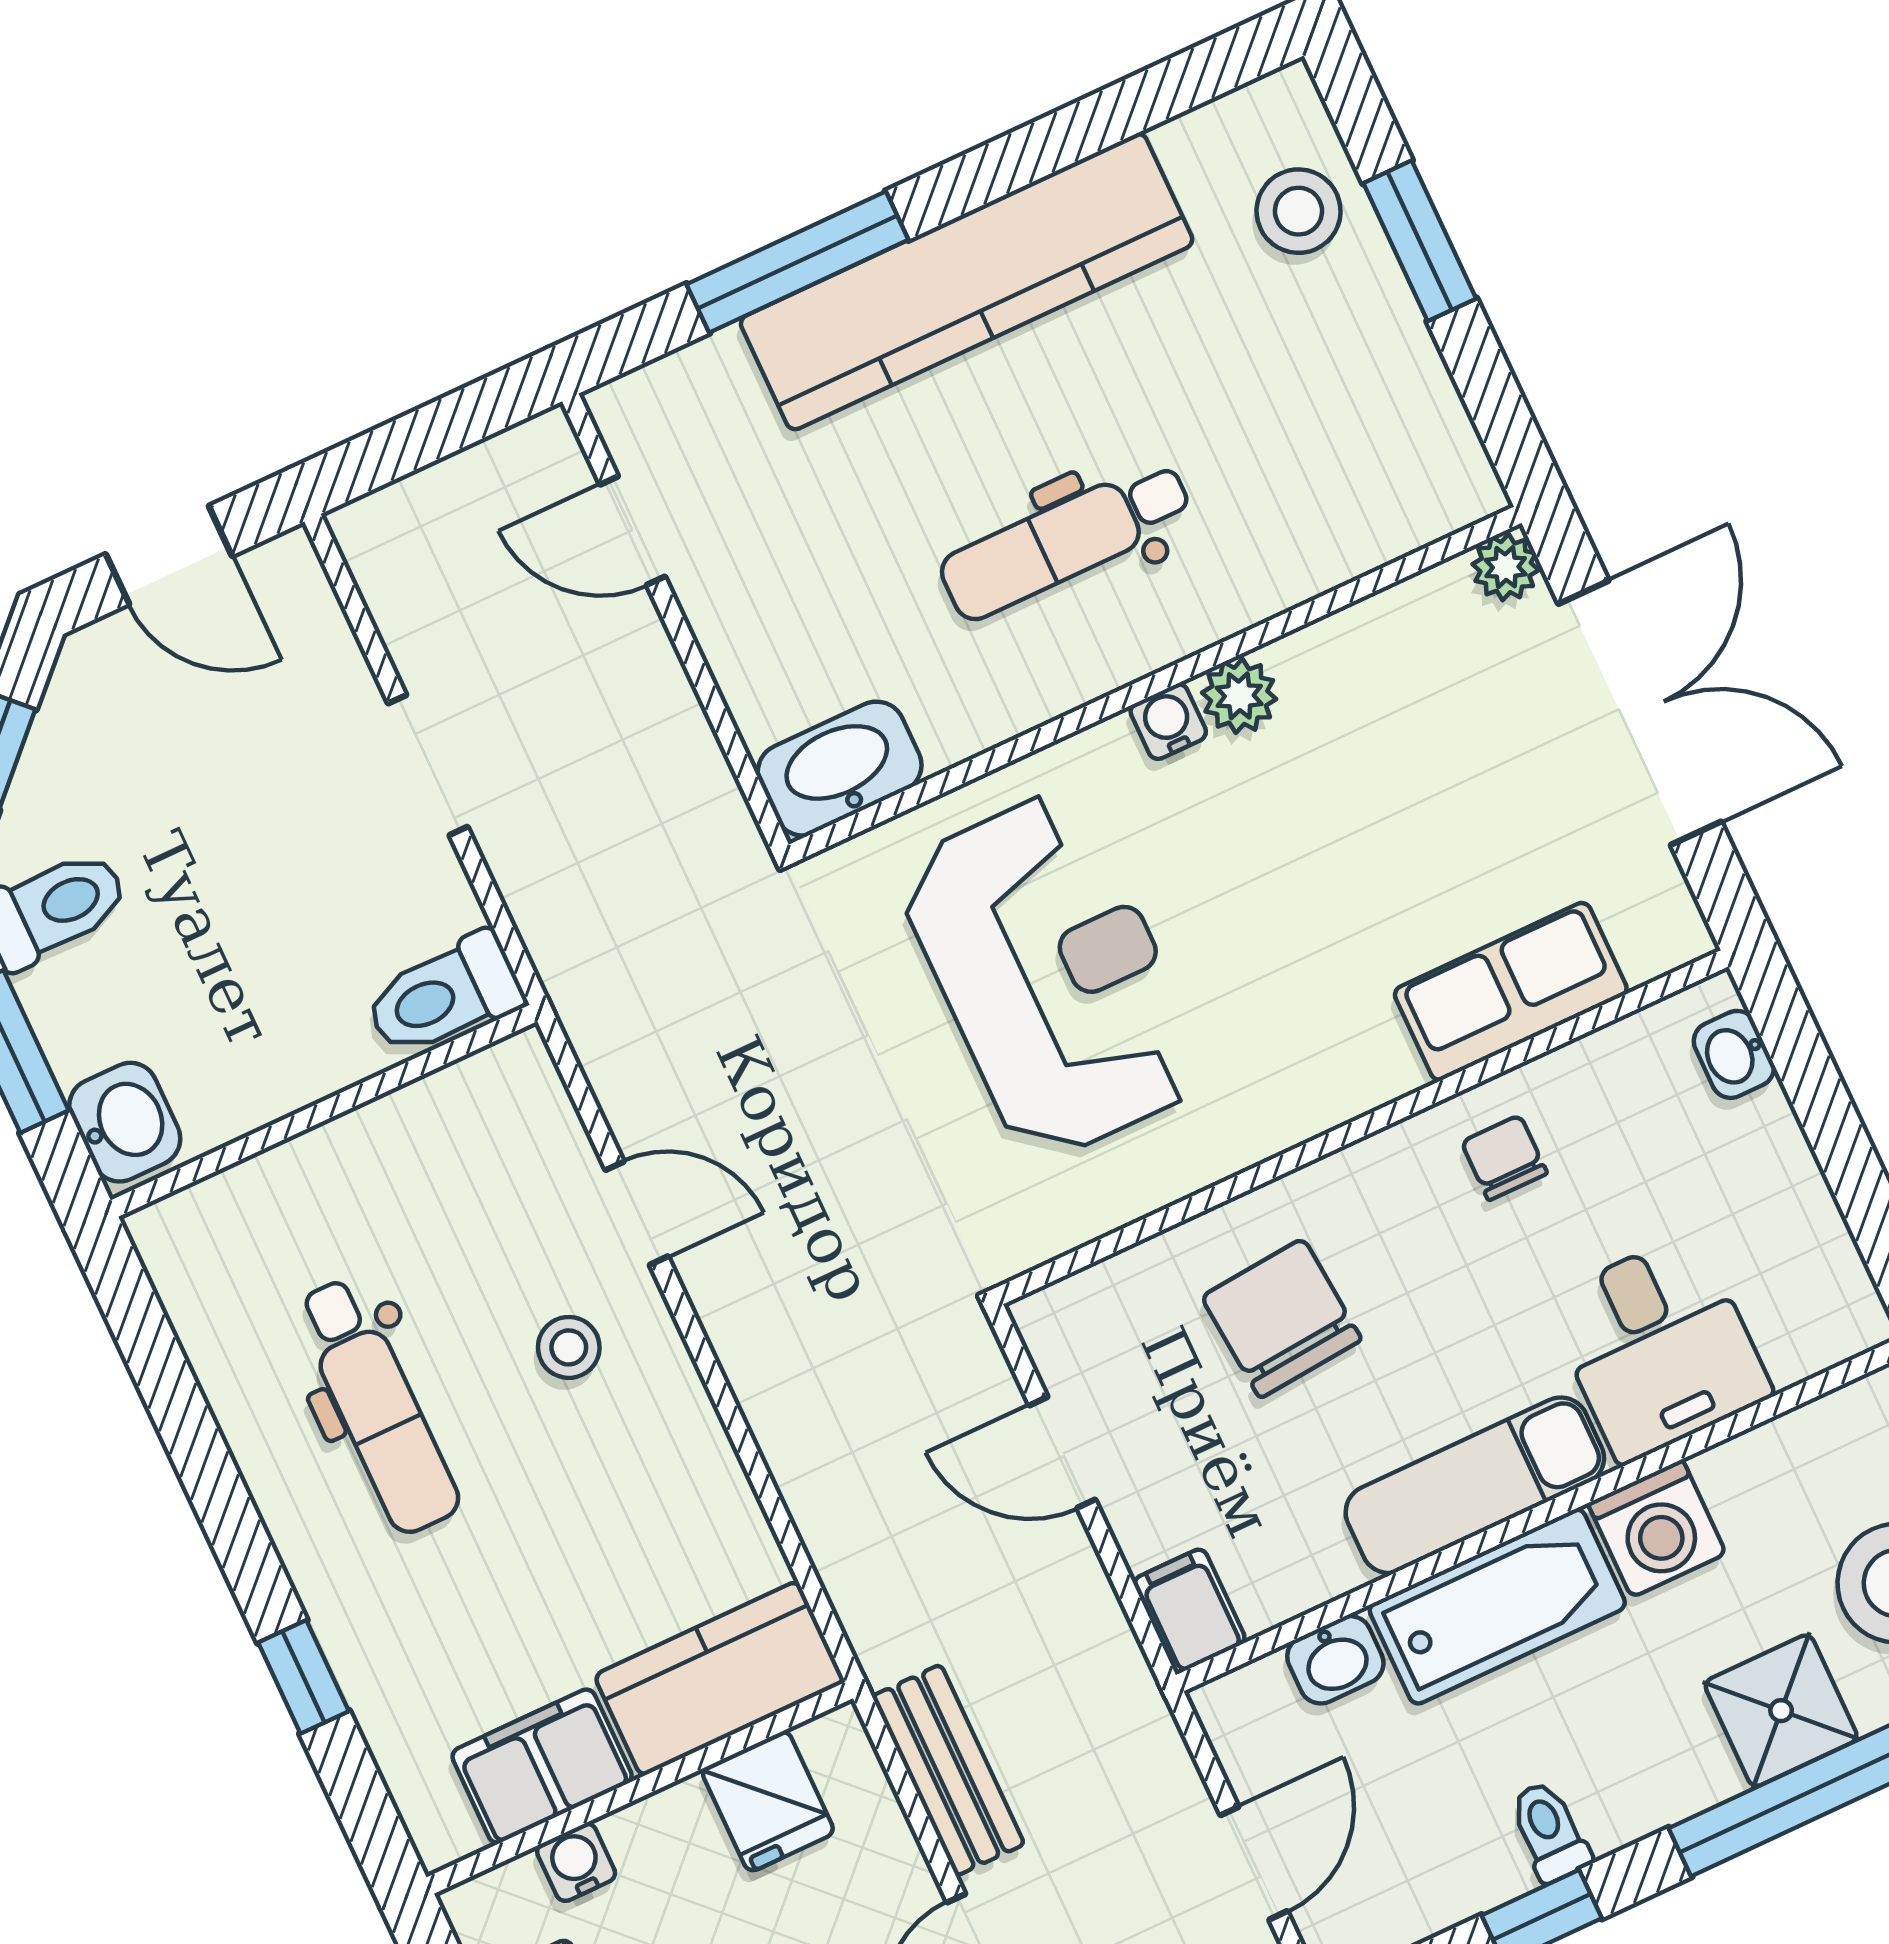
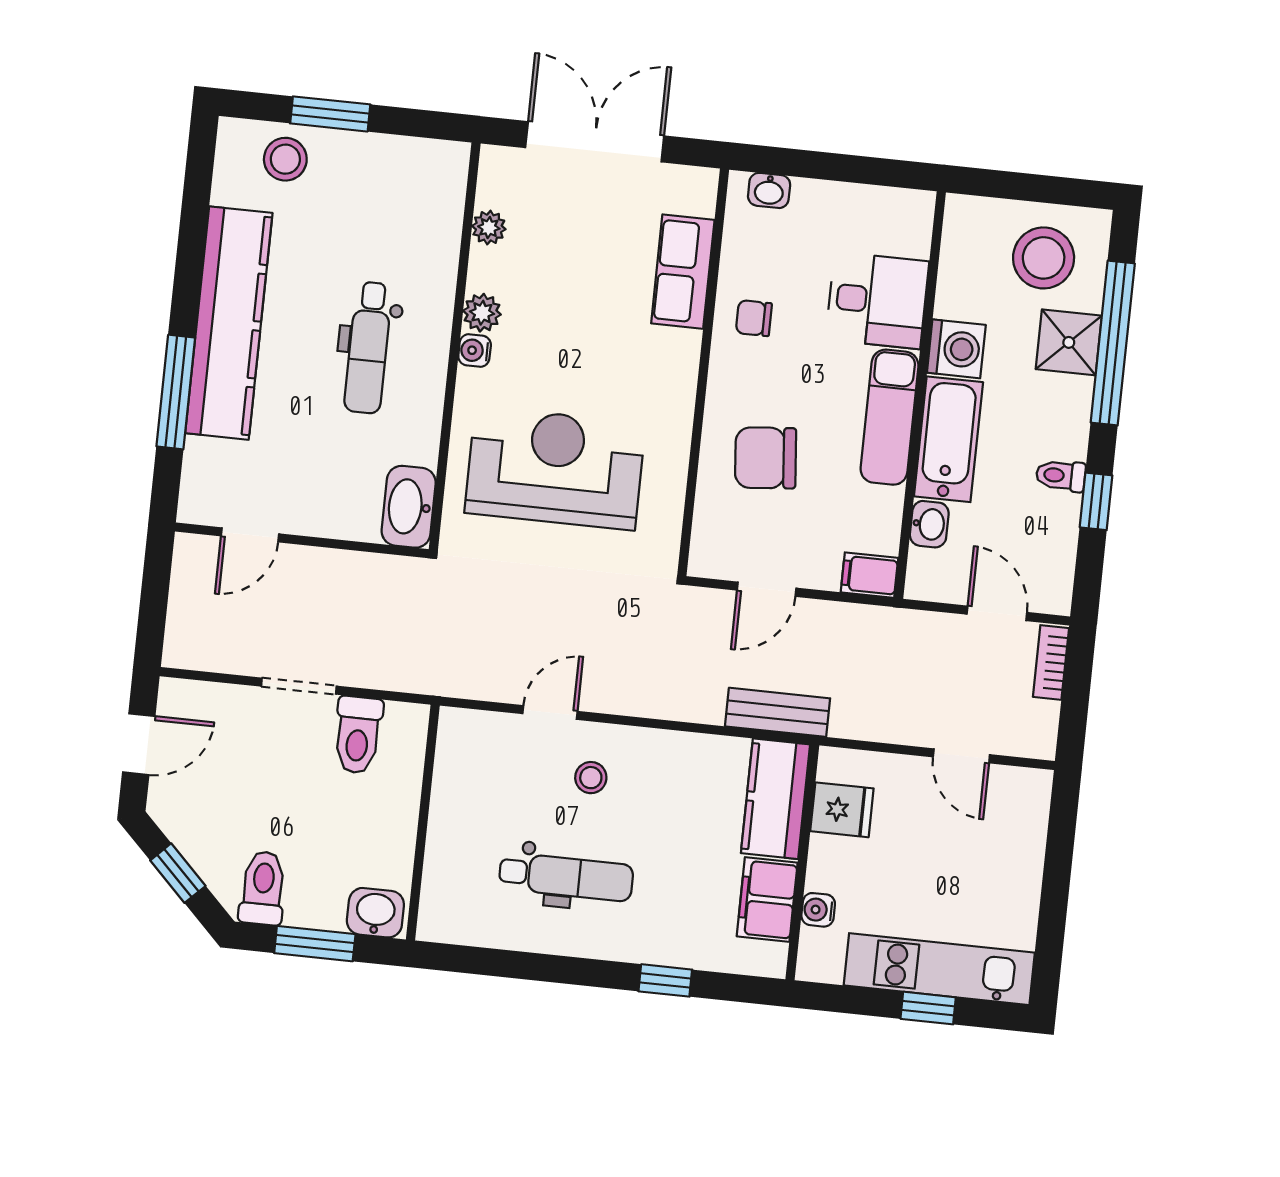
plant: (1506, 567) -> (489, 228), moved
toilet: (444, 996) -> (358, 735), moved
bench: (948, 1770) -> (778, 712), moved

